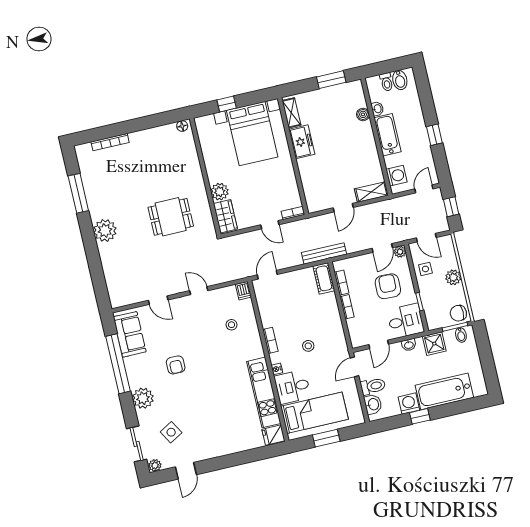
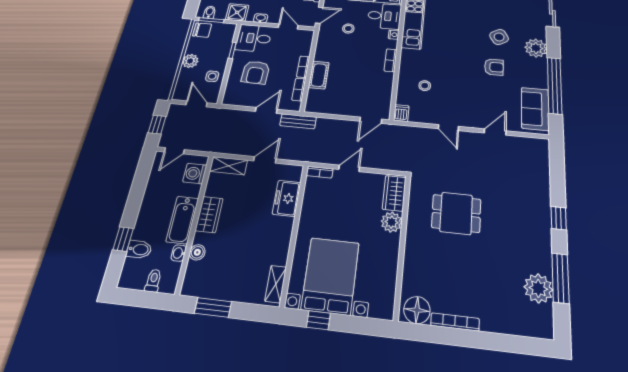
bidet: (400, 80) -> (139, 249), moved, turned 90
window: (227, 104) -> (318, 320), moved
floor lamp: (182, 126) -> (417, 310), width x1.89, depth x1.89
window: (434, 135) -> (123, 239), moved
bookcase: (110, 142) -> (455, 322), moved
freezer: (302, 142) -> (287, 198), moved
wardrobe: (368, 147) -> (209, 214), added
door: (270, 225) -> (349, 168), hinge flipped
plant: (105, 231) -> (538, 288), moved
window: (89, 241) -> (559, 218), added
door: (382, 248) -> (266, 110), moved
plant: (400, 252) -> (228, 99), removed
bench: (324, 253) -> (298, 121), width x0.73
cot: (324, 278) -> (319, 75), moved
door: (158, 300) -> (495, 132), hinge flipped
door: (379, 344) -> (288, 27), hinge flipped
stool: (308, 346) -> (348, 29), moved
armchair: (176, 365) -> (494, 67), turned 90
side table: (171, 432) -> (499, 37), moved

